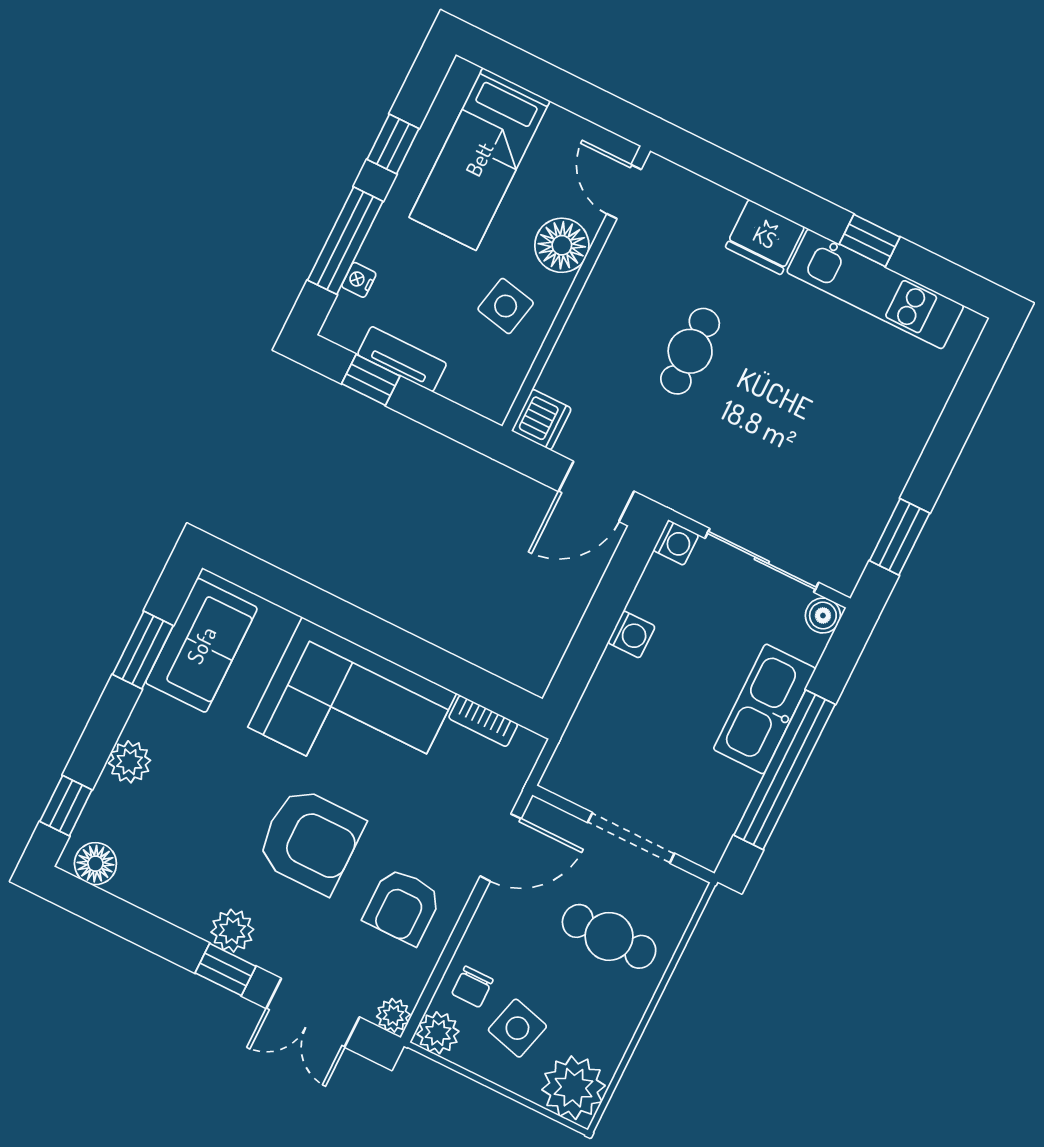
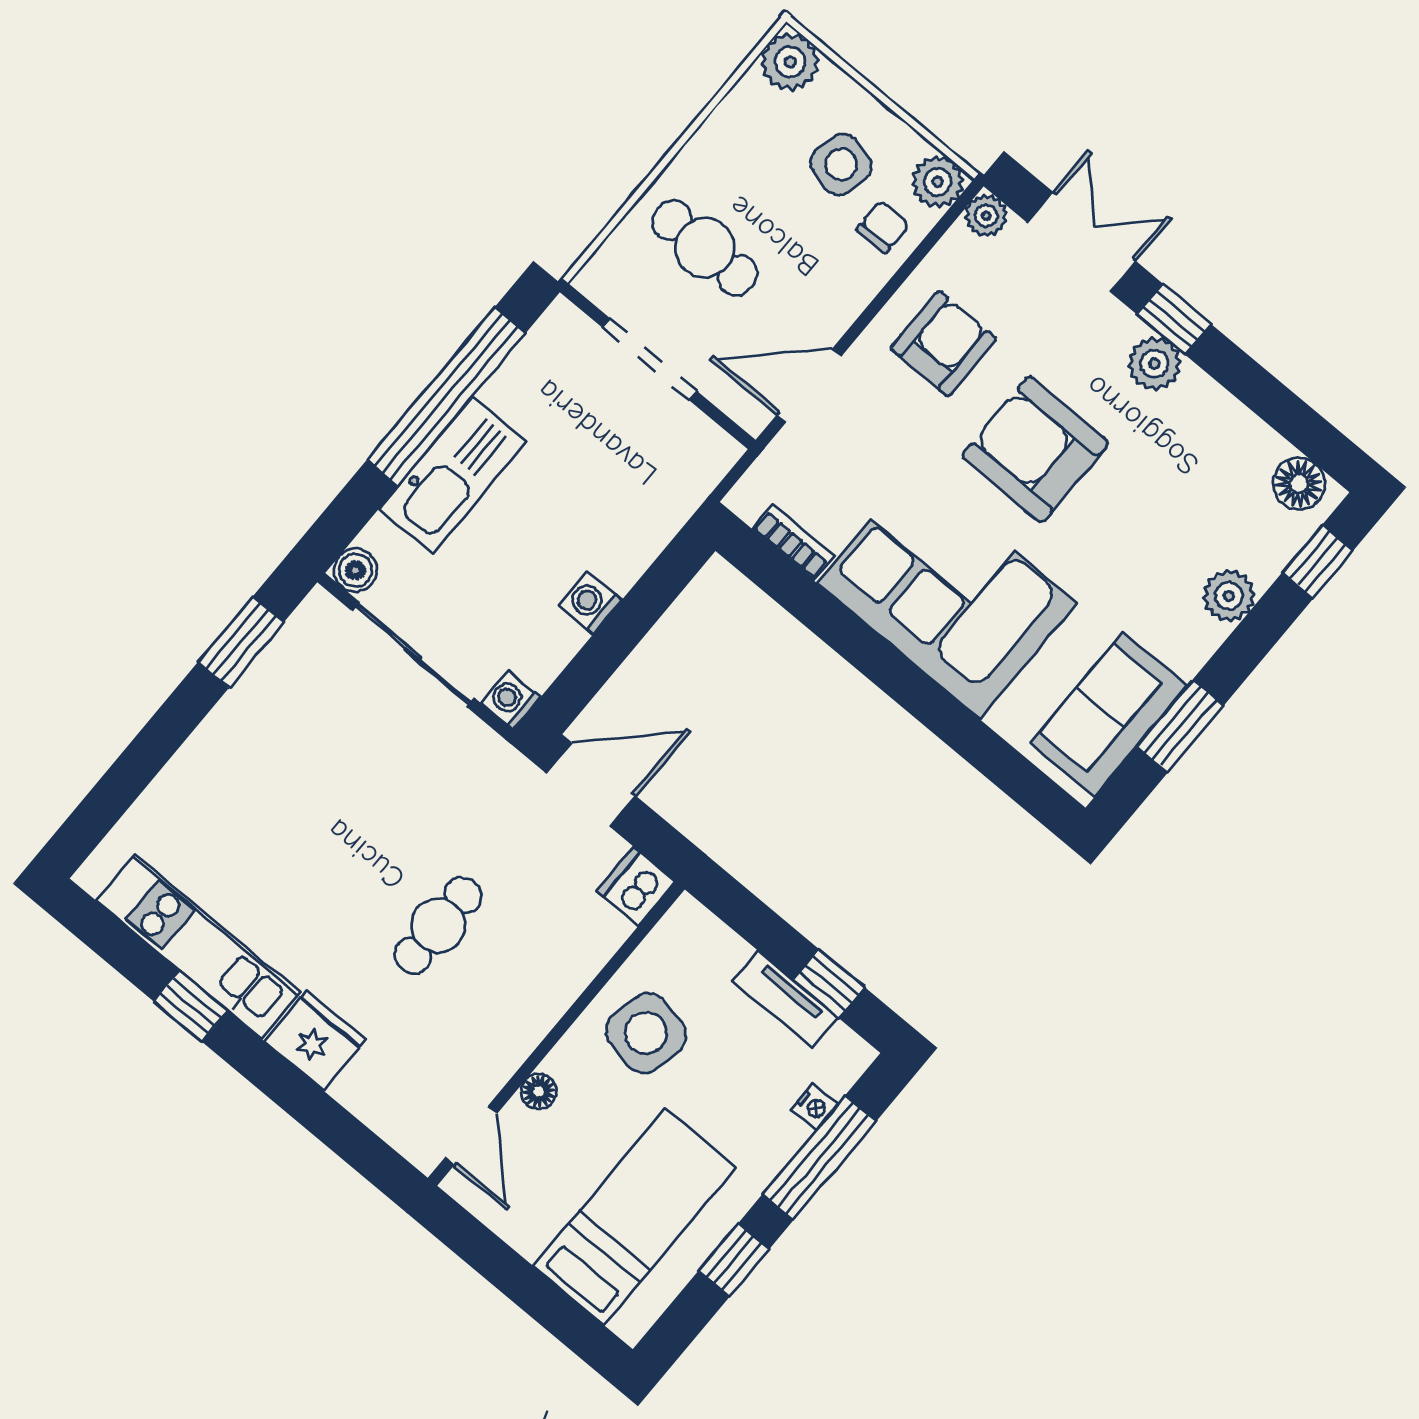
floor lamp: (562, 245) -> (539, 1091), width x0.53, depth x0.53
side table: (506, 306) -> (646, 1033), width x1.37, depth x1.37
plant: (573, 1088) -> (790, 62), width x0.73, depth x0.73

